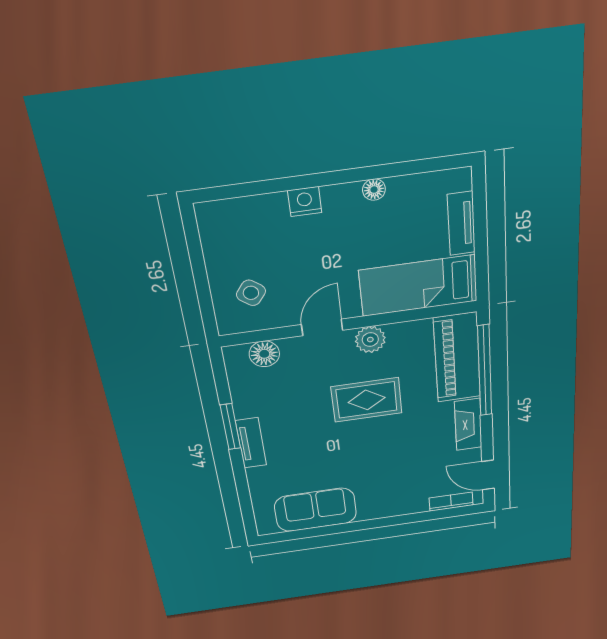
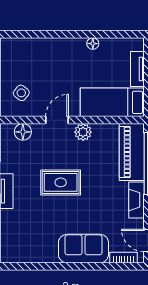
nightstand: (305, 202) -> (56, 45), removed
rug: (367, 400) -> (61, 182), moved
sofa: (316, 510) -> (83, 249), moved

